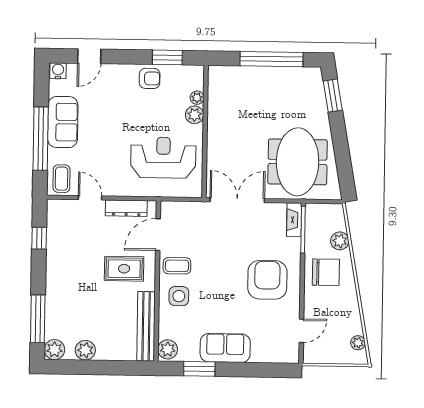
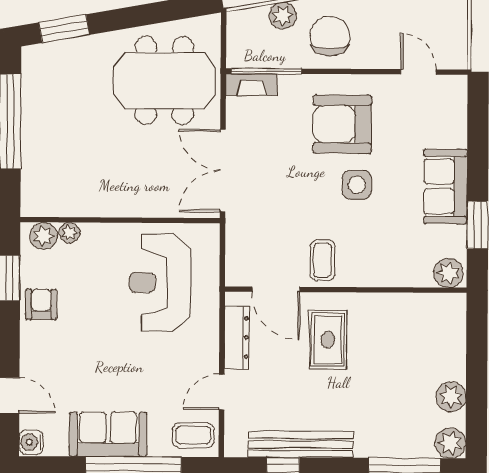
plant: (195, 115) -> (44, 236), moved
side table: (179, 296) -> (357, 185), moved
bench: (146, 326) -> (300, 445), moved

